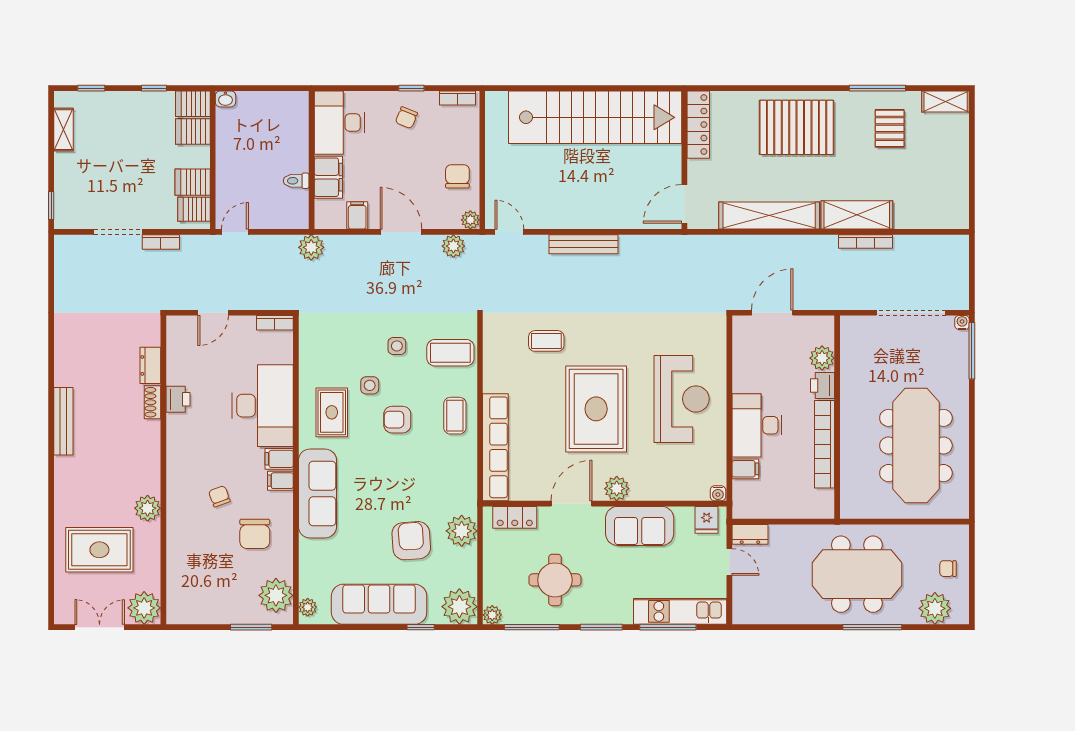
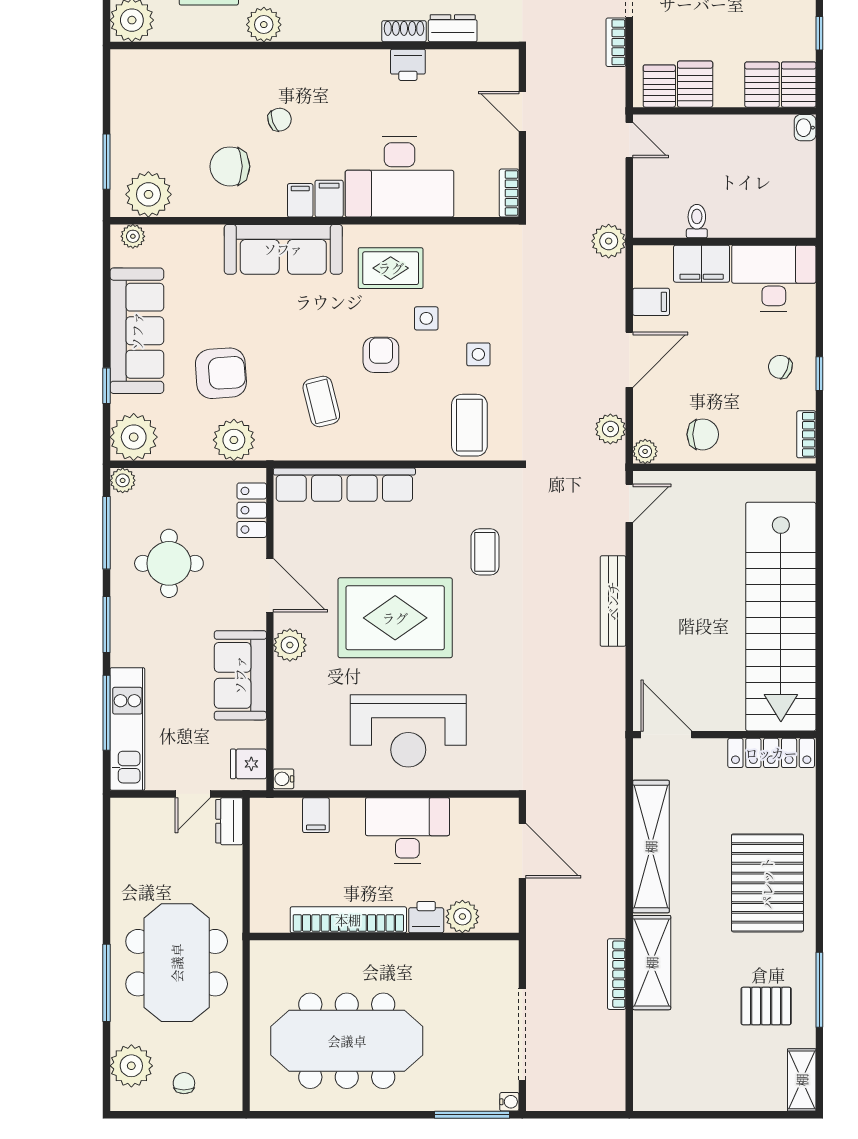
coffee table: (455, 416) -> (321, 401), moved, turned 76
desk: (757, 425) -> (407, 830), moved

